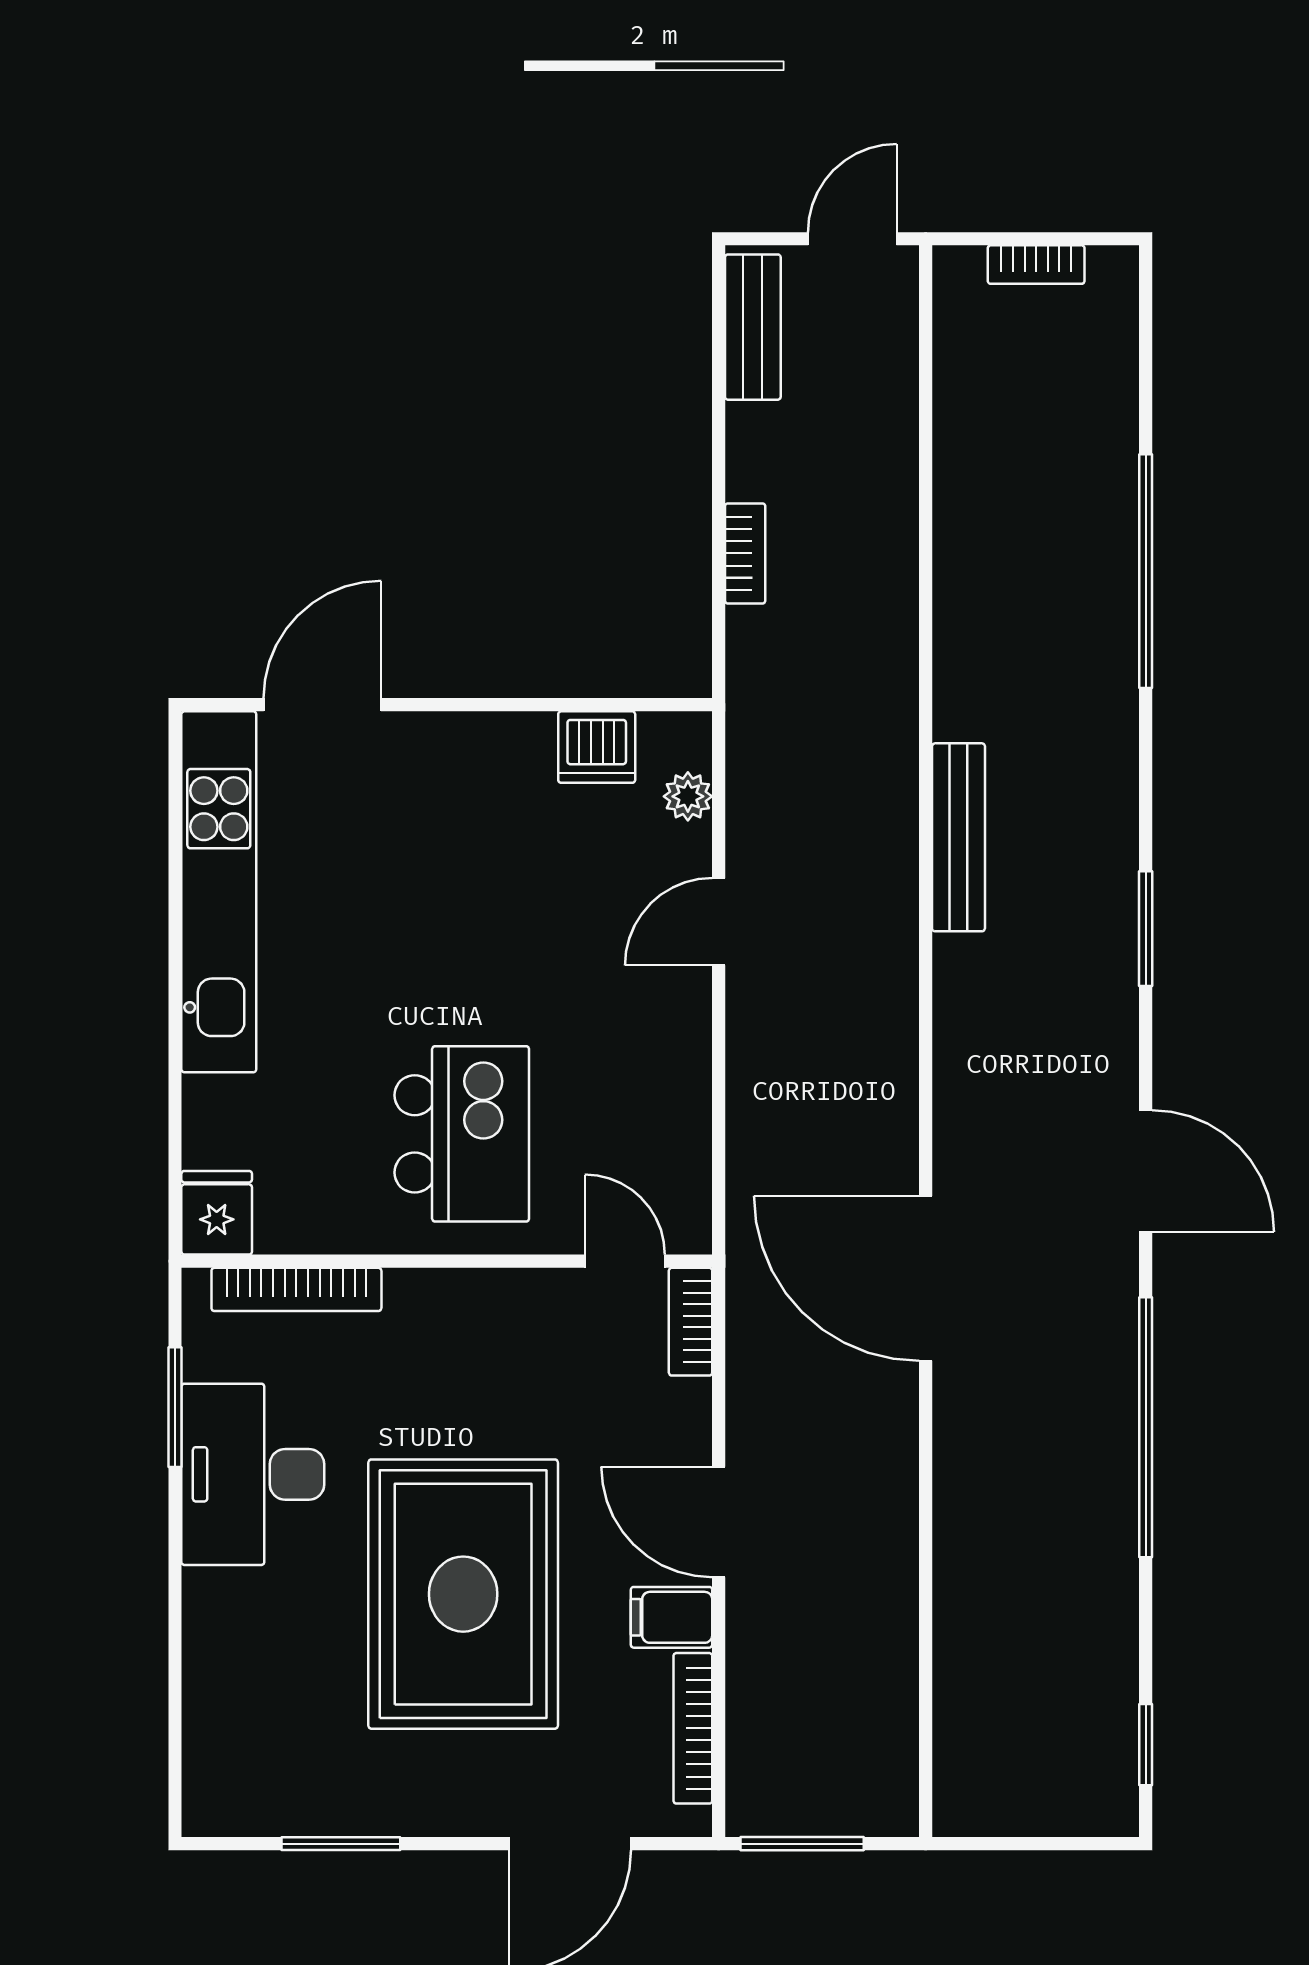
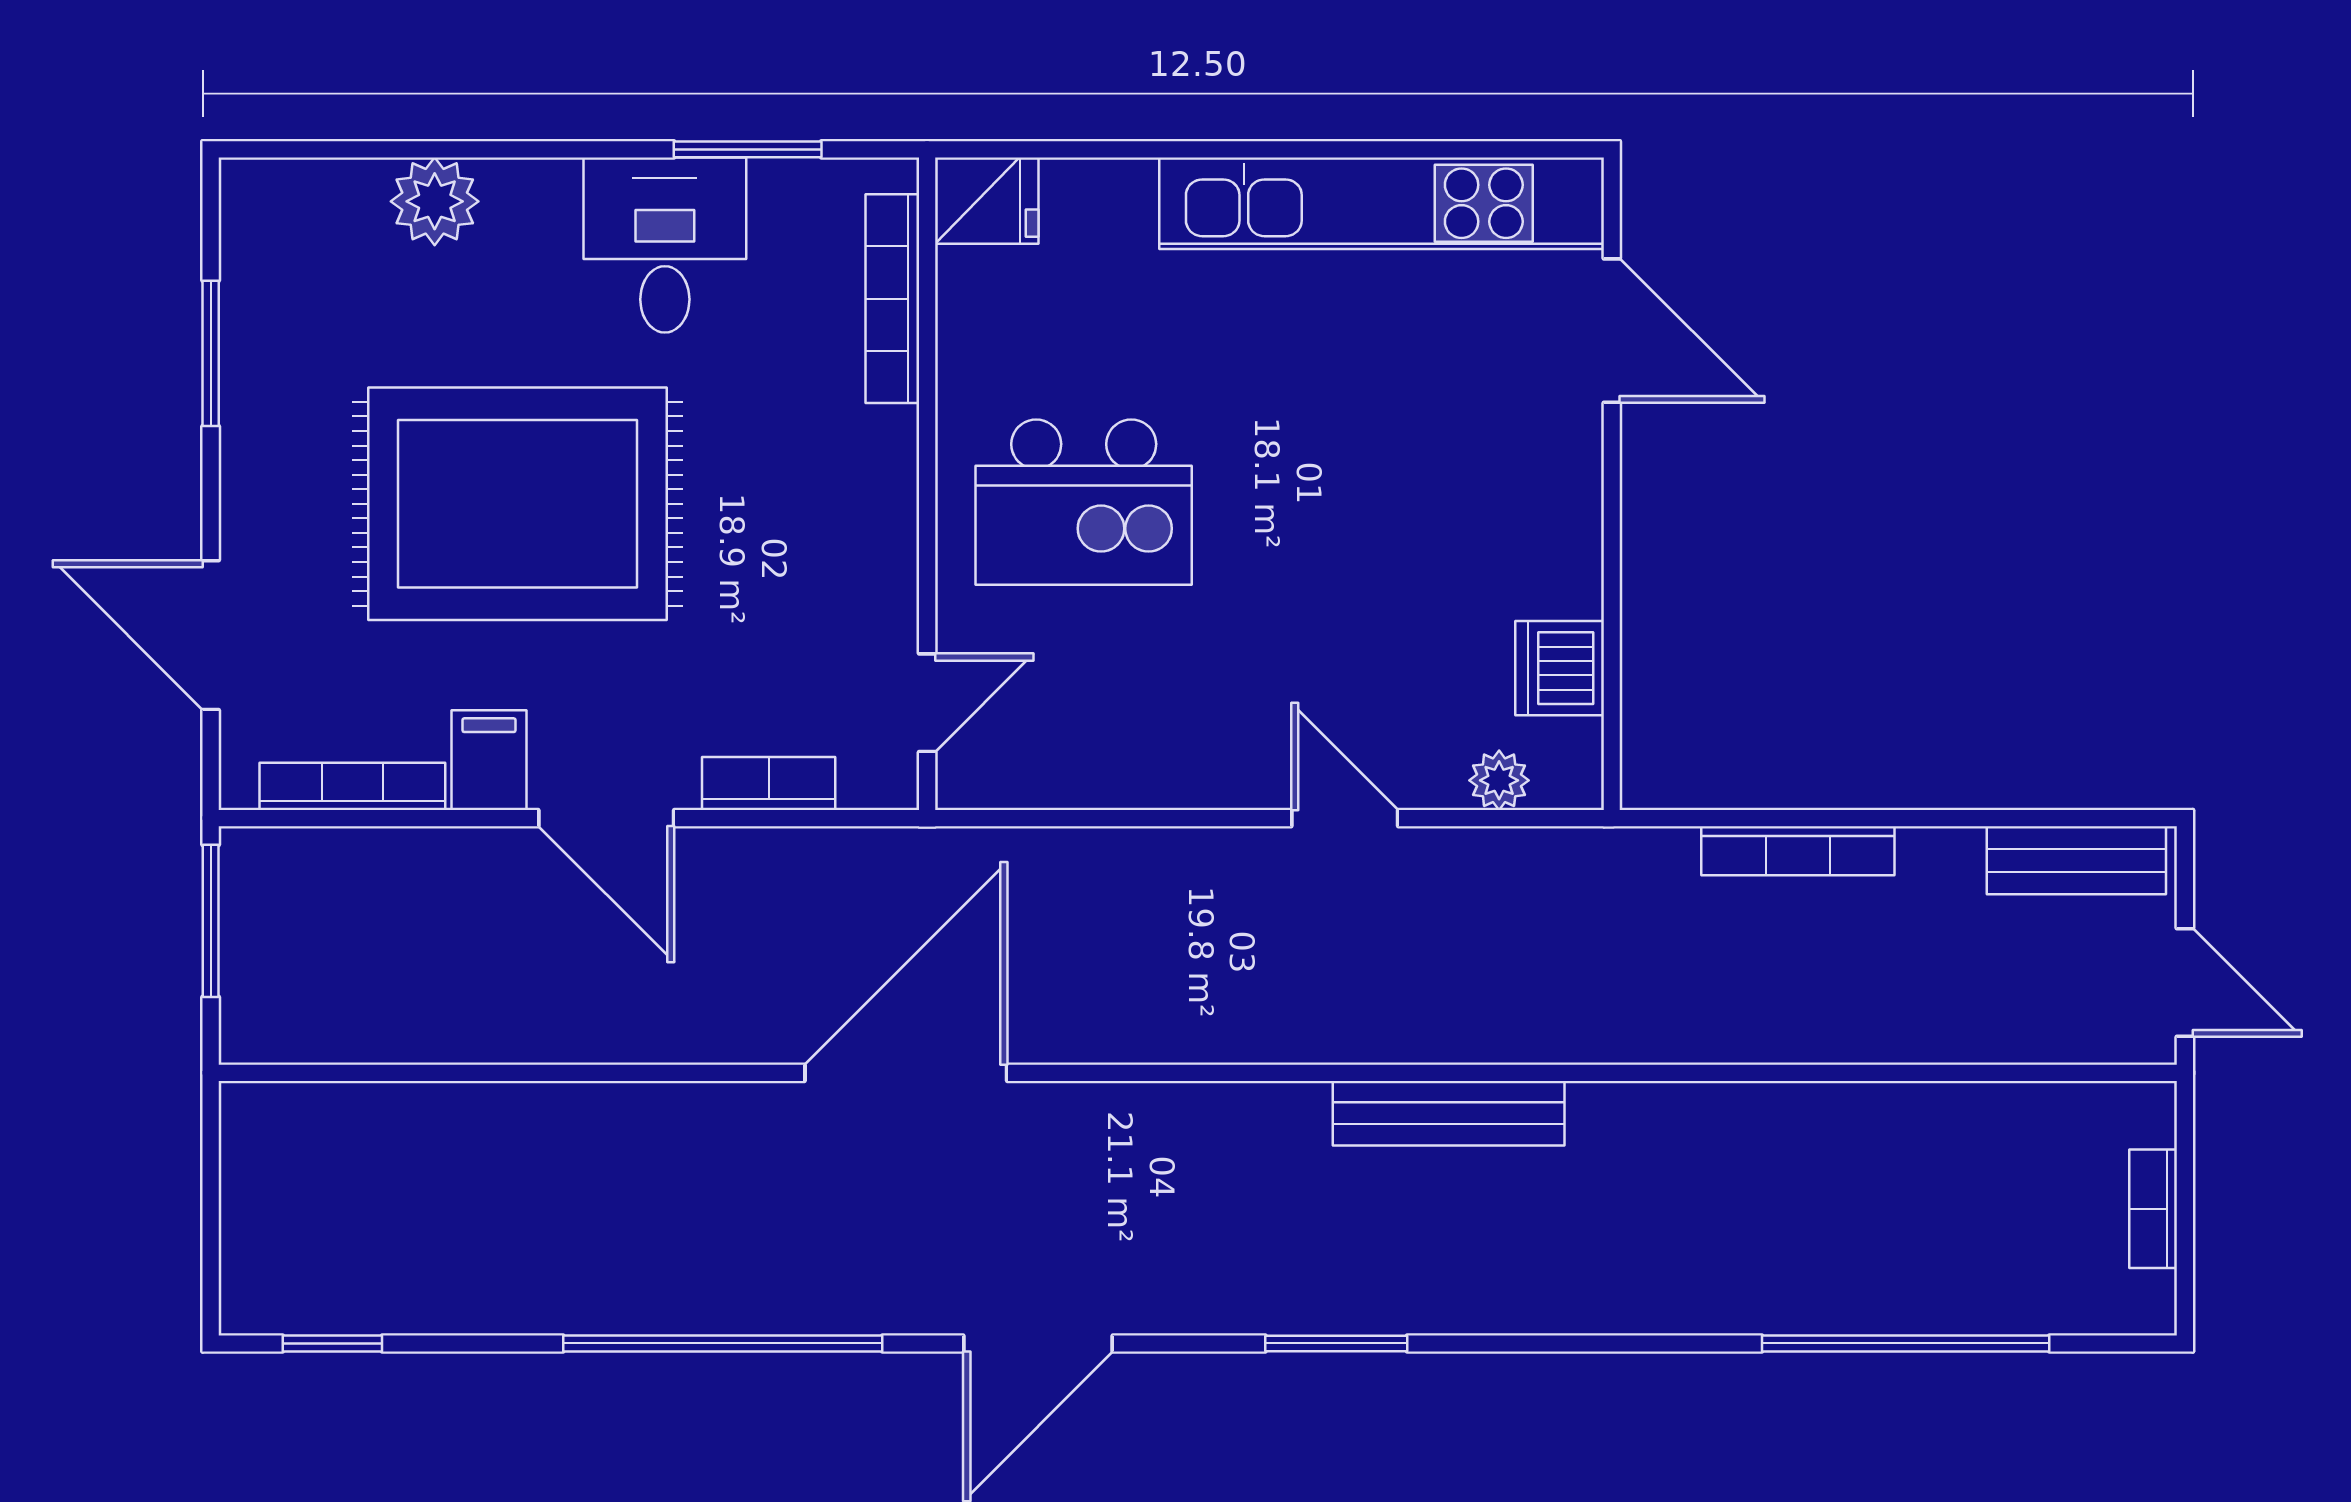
bookcase: (745, 553) -> (1798, 851), width x1.56
window: (1146, 571) -> (1906, 1343), moved
bookcase: (691, 1322) -> (769, 784), moved
desk: (253, 1474) -> (665, 245), width x0.73
door: (719, 1522) -> (606, 818), swing flipped
plant: (217, 1661) -> (435, 201), added

